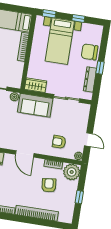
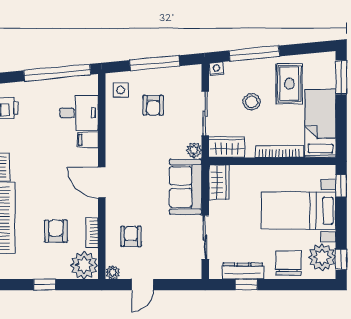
window: (78, 18) -> (341, 259), moved
plant: (89, 32) -> (322, 257), added
window: (100, 68) -> (246, 285), moved
wardrobe: (16, 77) -> (227, 147), added
door: (25, 154) -> (102, 182), hinge flipped
armchair: (49, 185) -> (56, 231), turned -83

